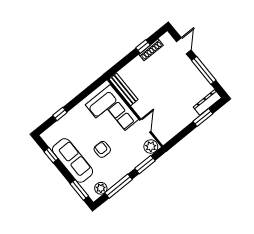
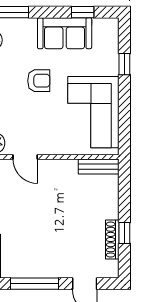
bench: (124, 89) -> (98, 167), width x0.73
corner sofa: (112, 112) -> (93, 112), moved, turned -90
sofa: (73, 160) -> (65, 33), width x0.73

